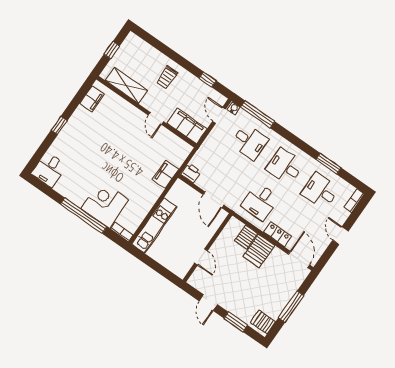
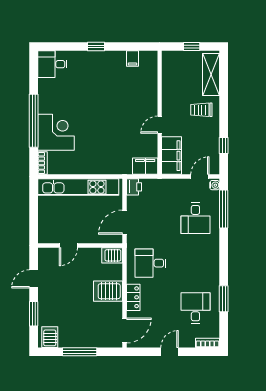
shelving: (126, 86) -> (211, 74), moved
filing cabinet: (92, 99) -> (132, 59), width x0.50
desk: (285, 166) -> (195, 263), removed
filing cabinet: (166, 174) -> (145, 166), moved
kitchen unit: (154, 225) -> (78, 187), width x1.36
server rack: (246, 237) -> (112, 255), moved

